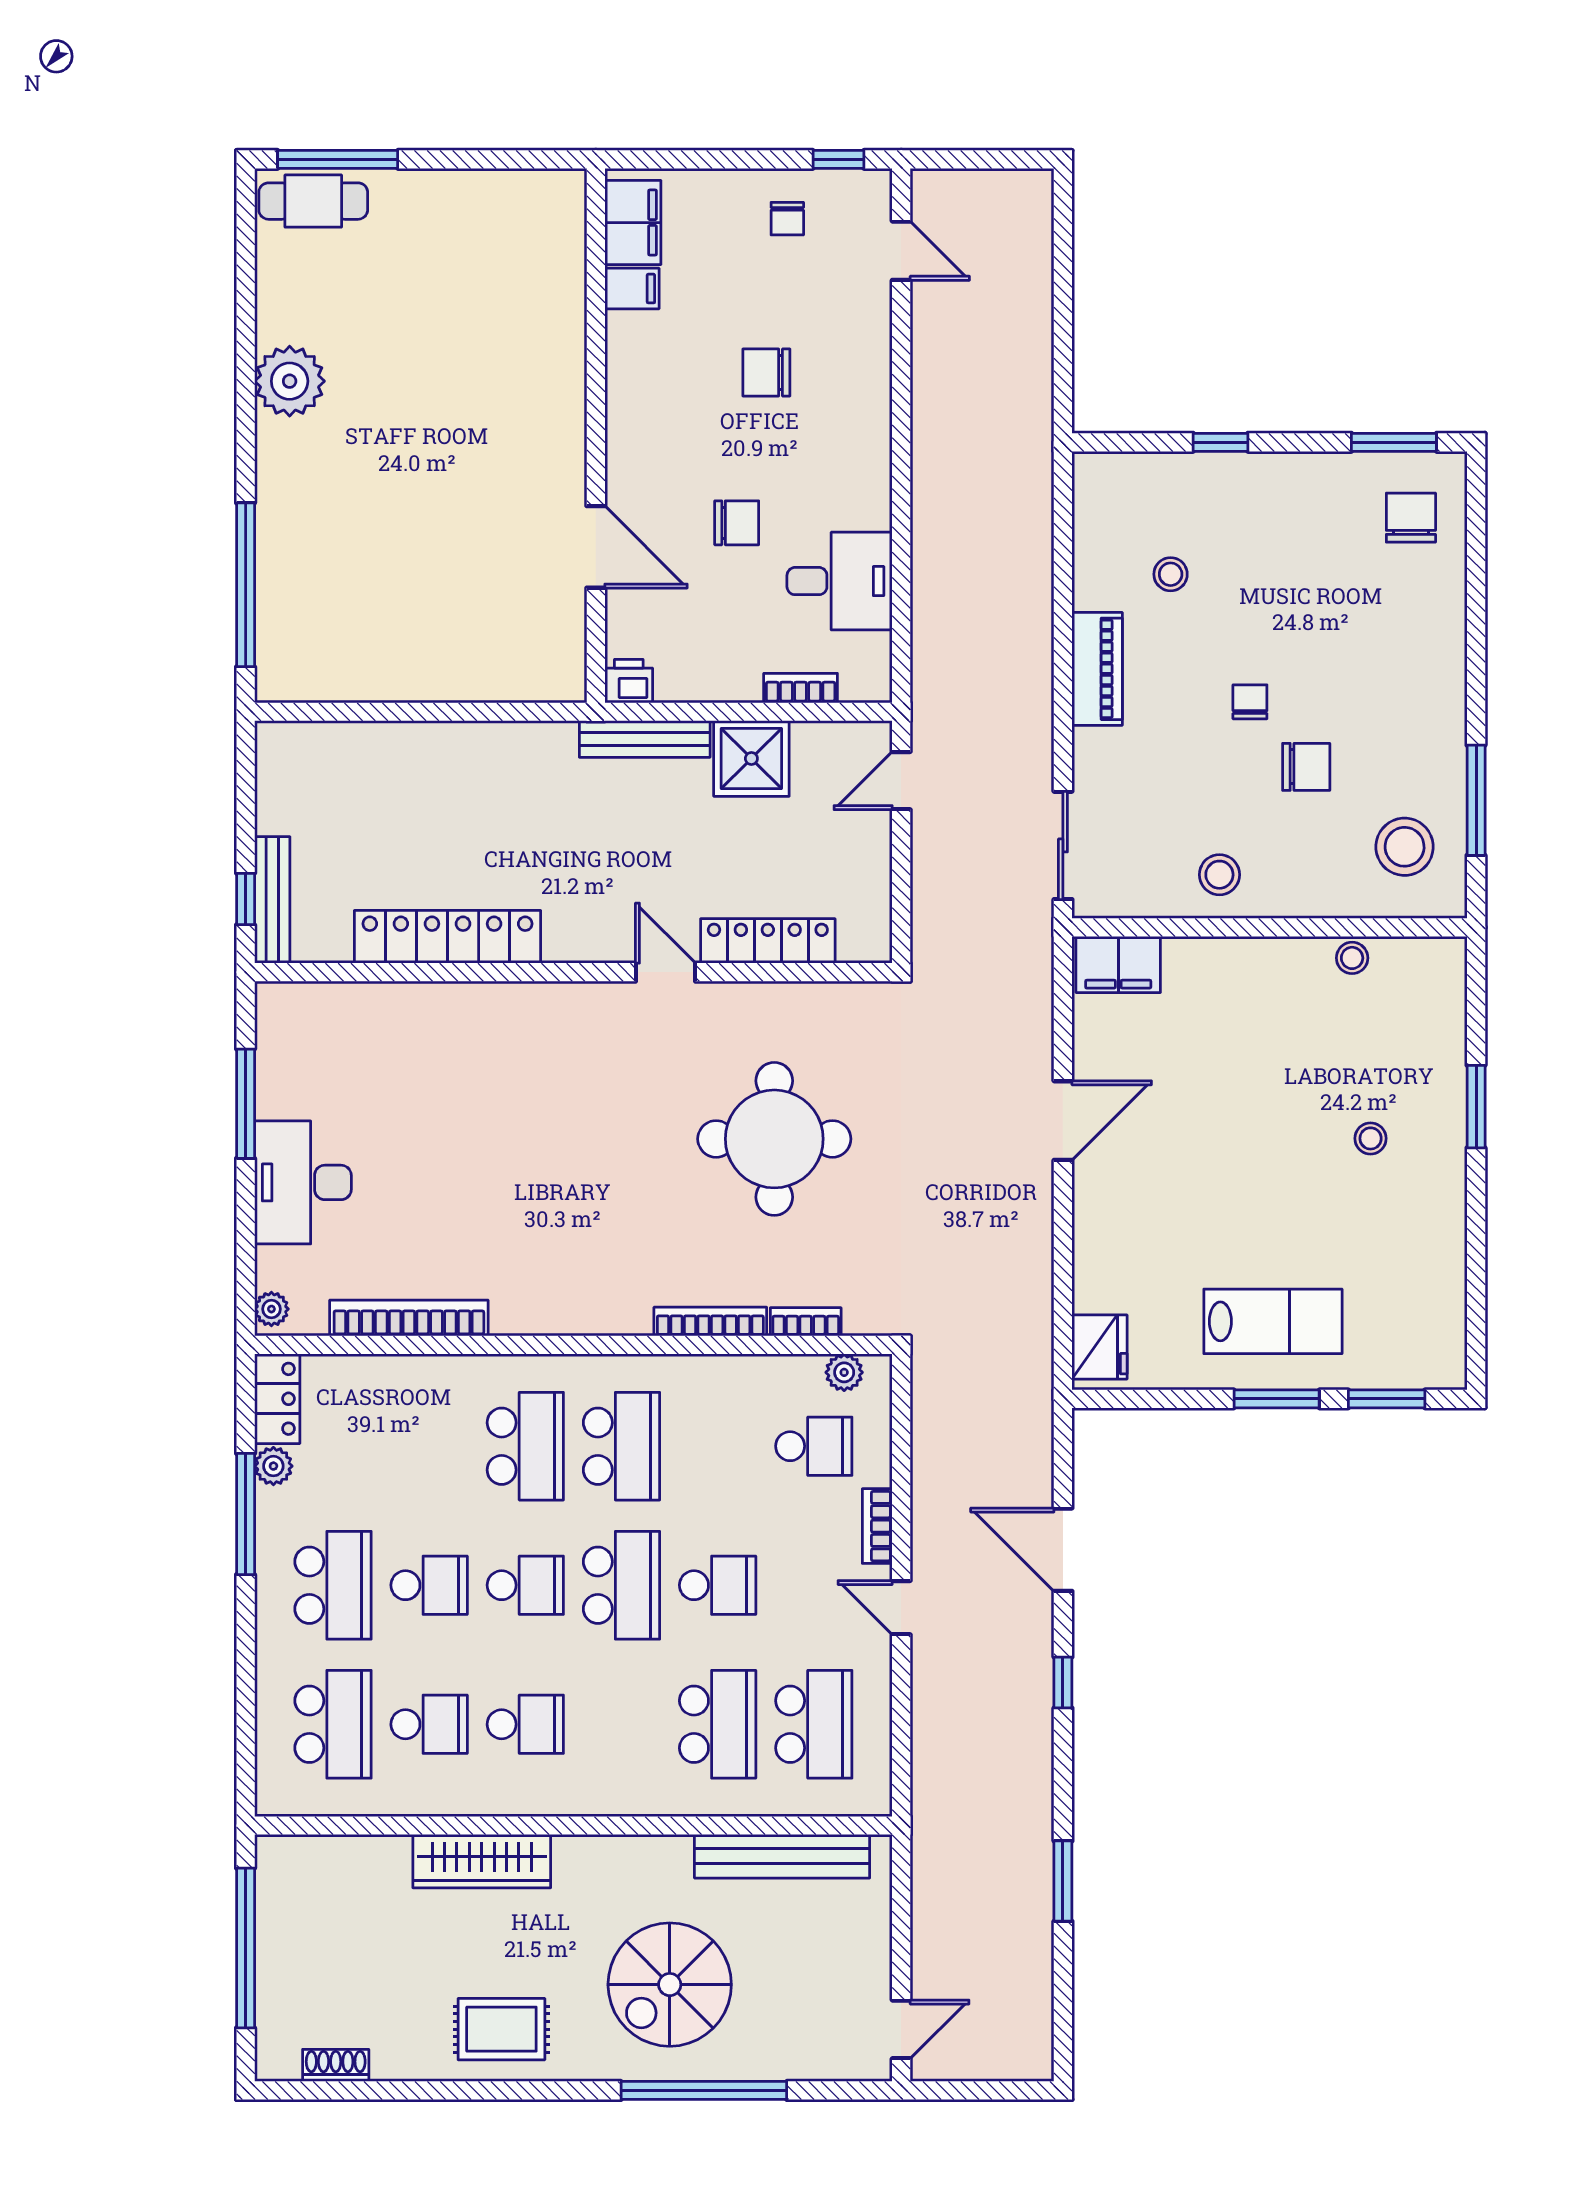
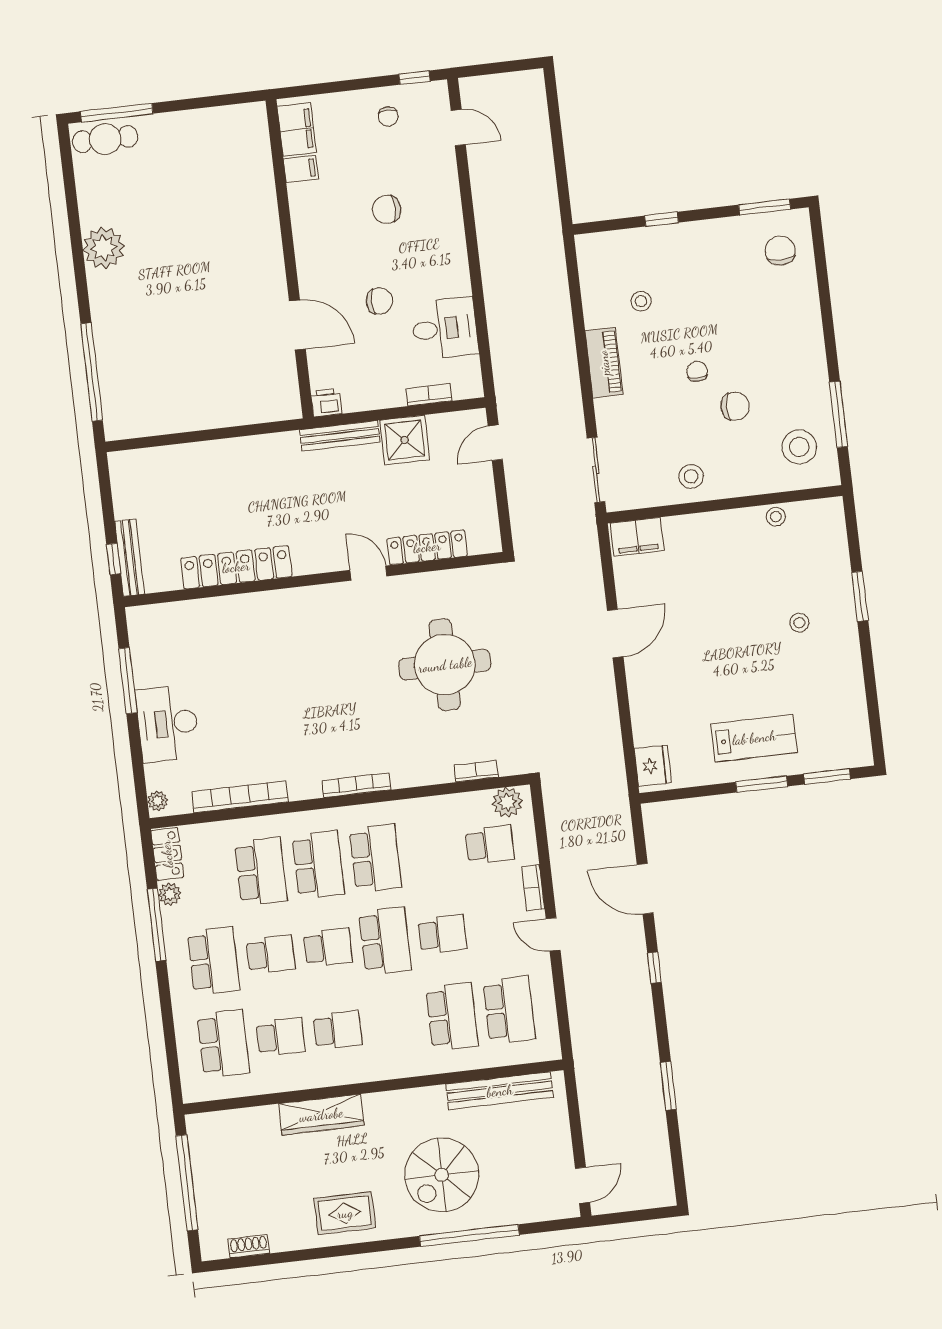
bookcase: (710, 1322) -> (356, 785), moved
plant: (844, 1372) -> (507, 802), width x1.38, depth x1.38
school desk: (429, 1446) -> (261, 871), added

